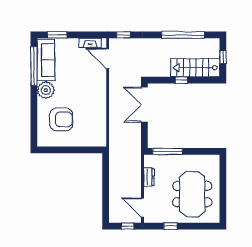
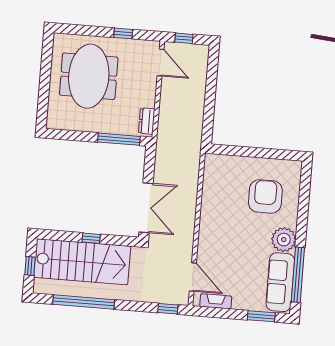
stairs: (195, 68) -> (82, 262), width x1.36, depth x1.51
armchair: (61, 119) -> (265, 196), turned 90
dresser: (149, 177) -> (147, 121), moved

